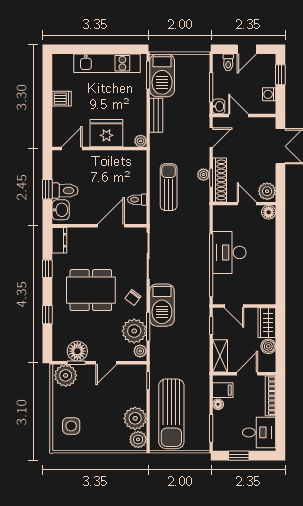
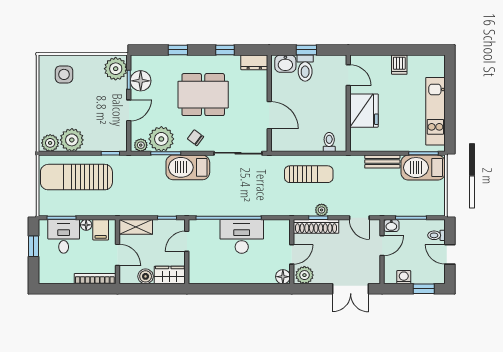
plant: (141, 141) -> (356, 145), removed
toilet: (137, 200) -> (329, 142), moved
dining table: (91, 290) -> (203, 95), turned 90
door: (106, 363) -> (129, 110), swing flipped
desk: (259, 432) -> (64, 236), moved, turned 180

